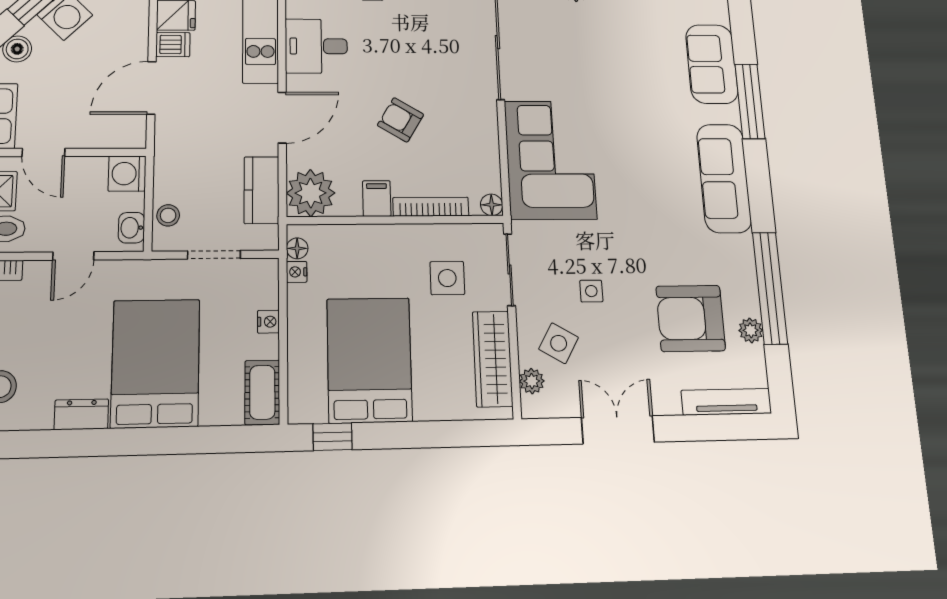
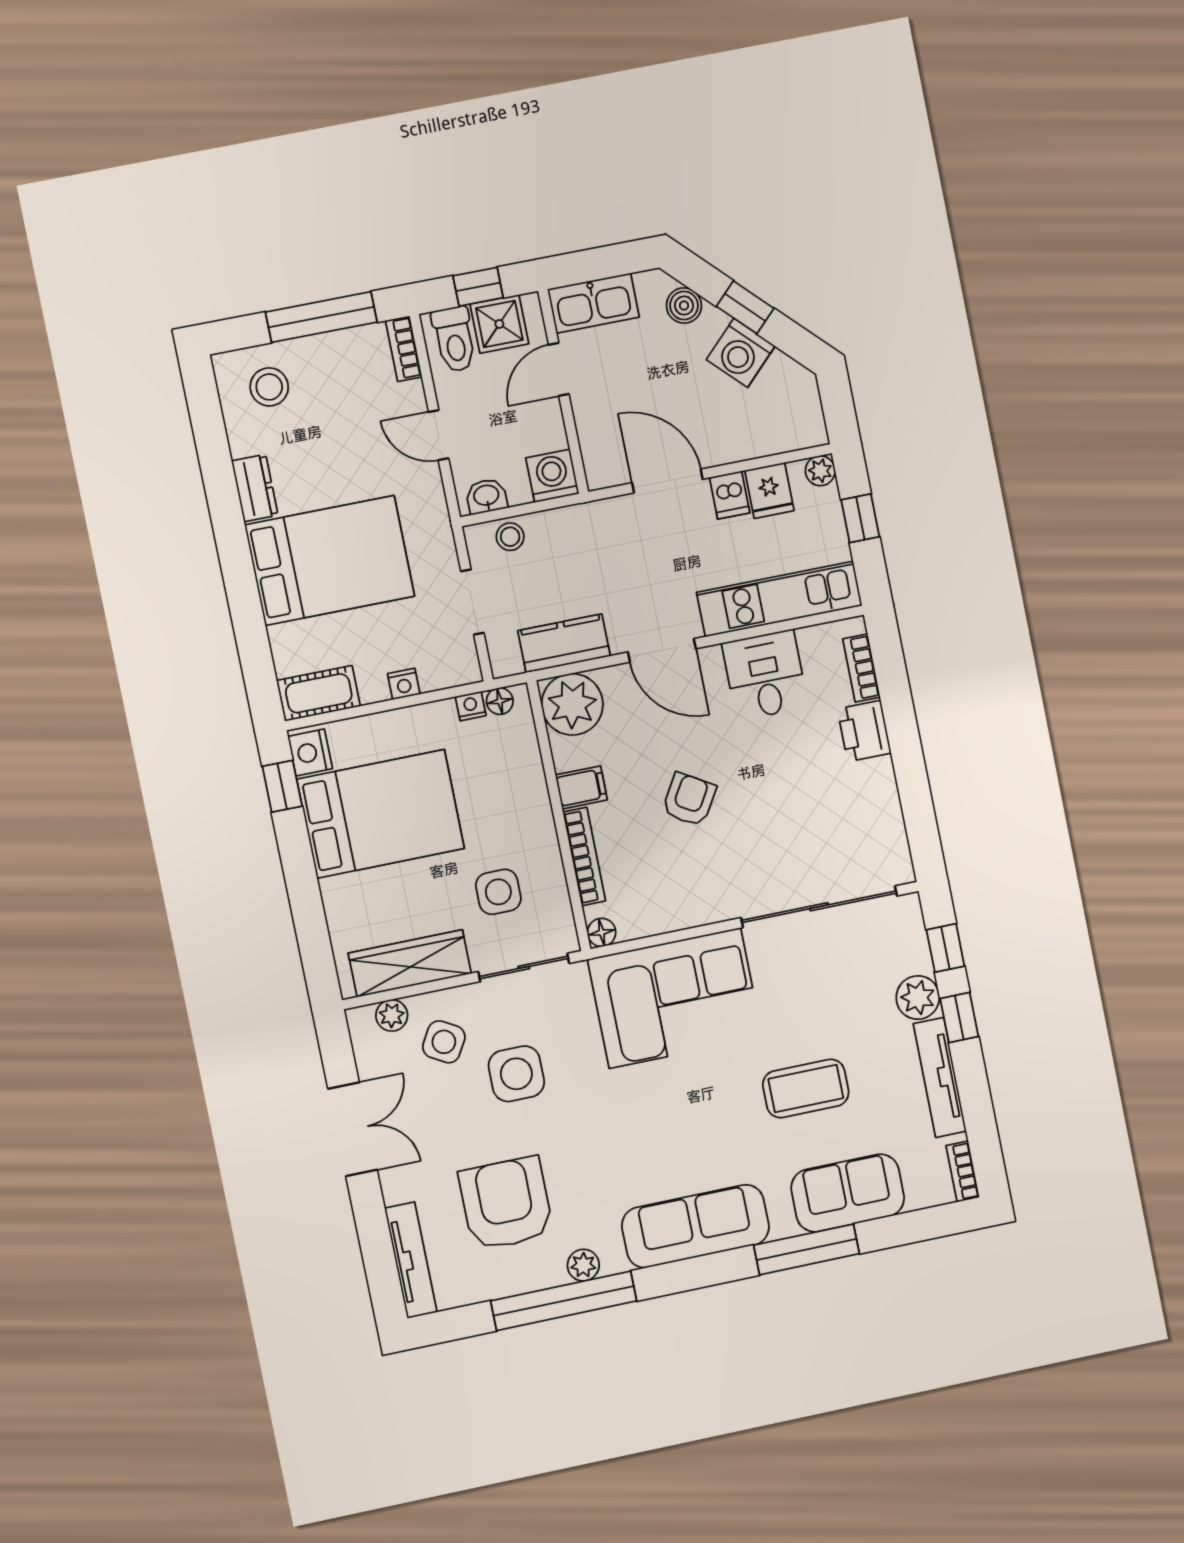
coffee table: (631, 78) -> (806, 1089), added
side table: (591, 291) -> (516, 1074), width x1.87, depth x1.87
plant: (751, 330) -> (583, 1265), moved
nightstand: (309, 408) -> (310, 752), added

